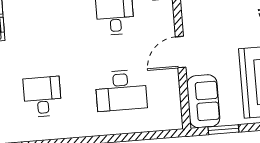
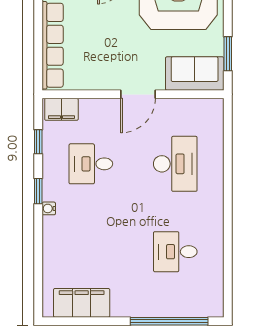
door: (181, 52) -> (138, 94), hinge flipped

